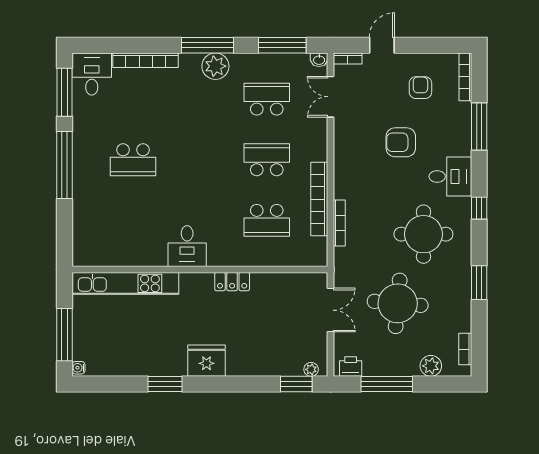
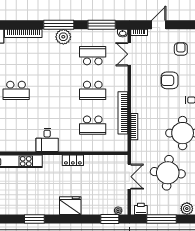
school desk: (267, 160) -> (93, 90), turned 180
fridge: (206, 361) -> (70, 206), moved

